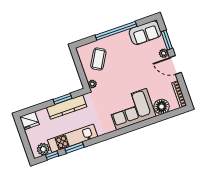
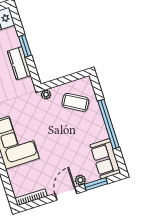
window: (62, 99) -> (25, 46), moved
kitchen counter: (67, 107) -> (19, 63), width x0.67
floor lamp: (162, 107) -> (17, 176), removed

